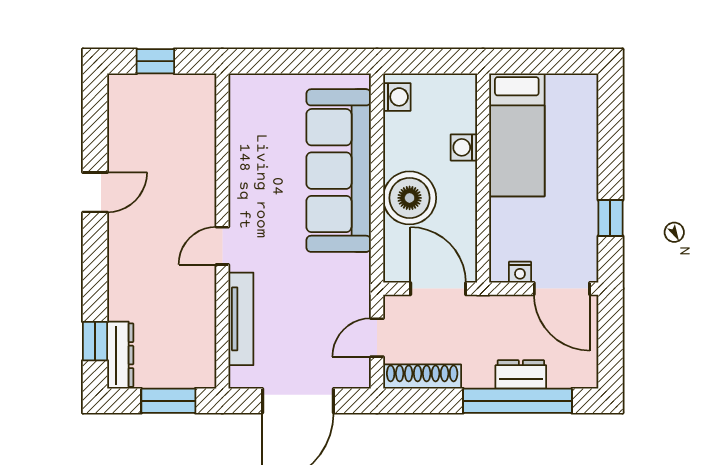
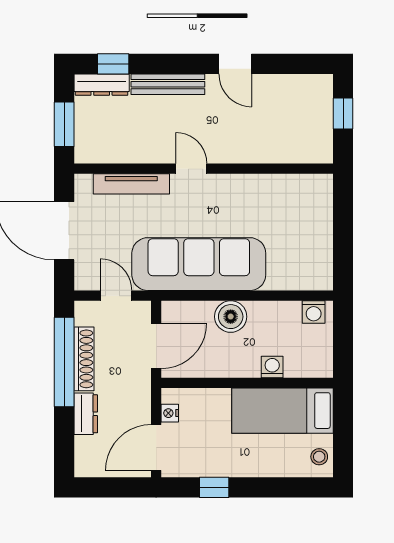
stool: (573, 90) -> (319, 457), added
sofa: (339, 171) -> (199, 264), moved
boiler: (410, 198) -> (231, 317), width x0.73, depth x0.73
bench: (120, 274) -> (168, 84), added
shoe rack: (422, 377) -> (84, 359), moved
window: (518, 401) -> (64, 362), moved

